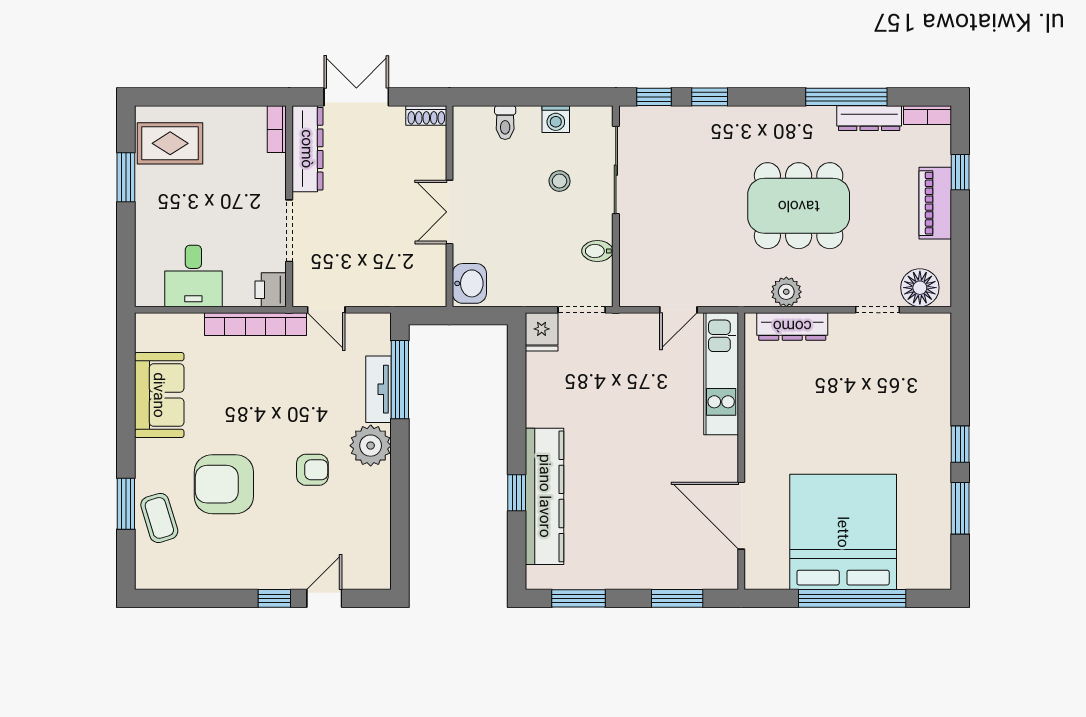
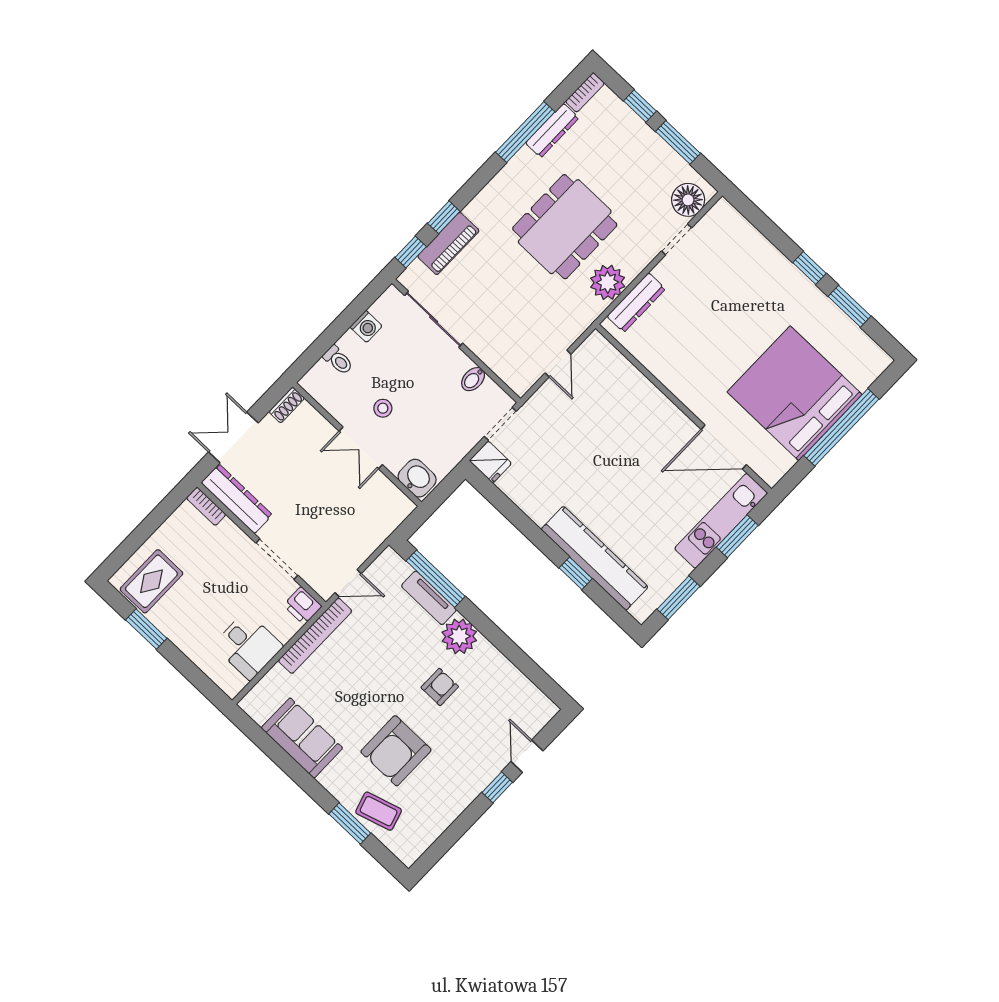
stool: (560, 181) -> (383, 408), moved
piano: (935, 203) -> (448, 244), moved, turned -90
window: (960, 233) -> (678, 142), added
plant: (786, 292) -> (608, 282), width x1.36, depth x1.36
kitchen unit: (721, 374) -> (721, 521), moved, turned 90

